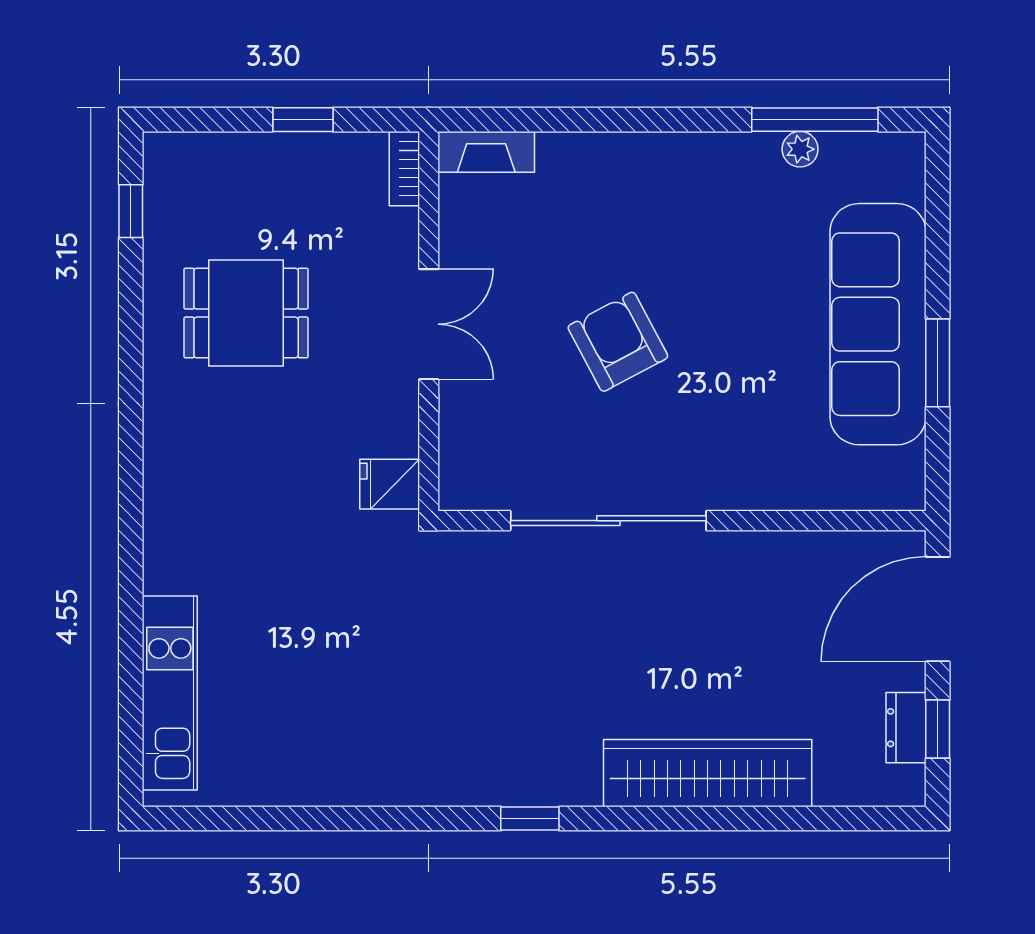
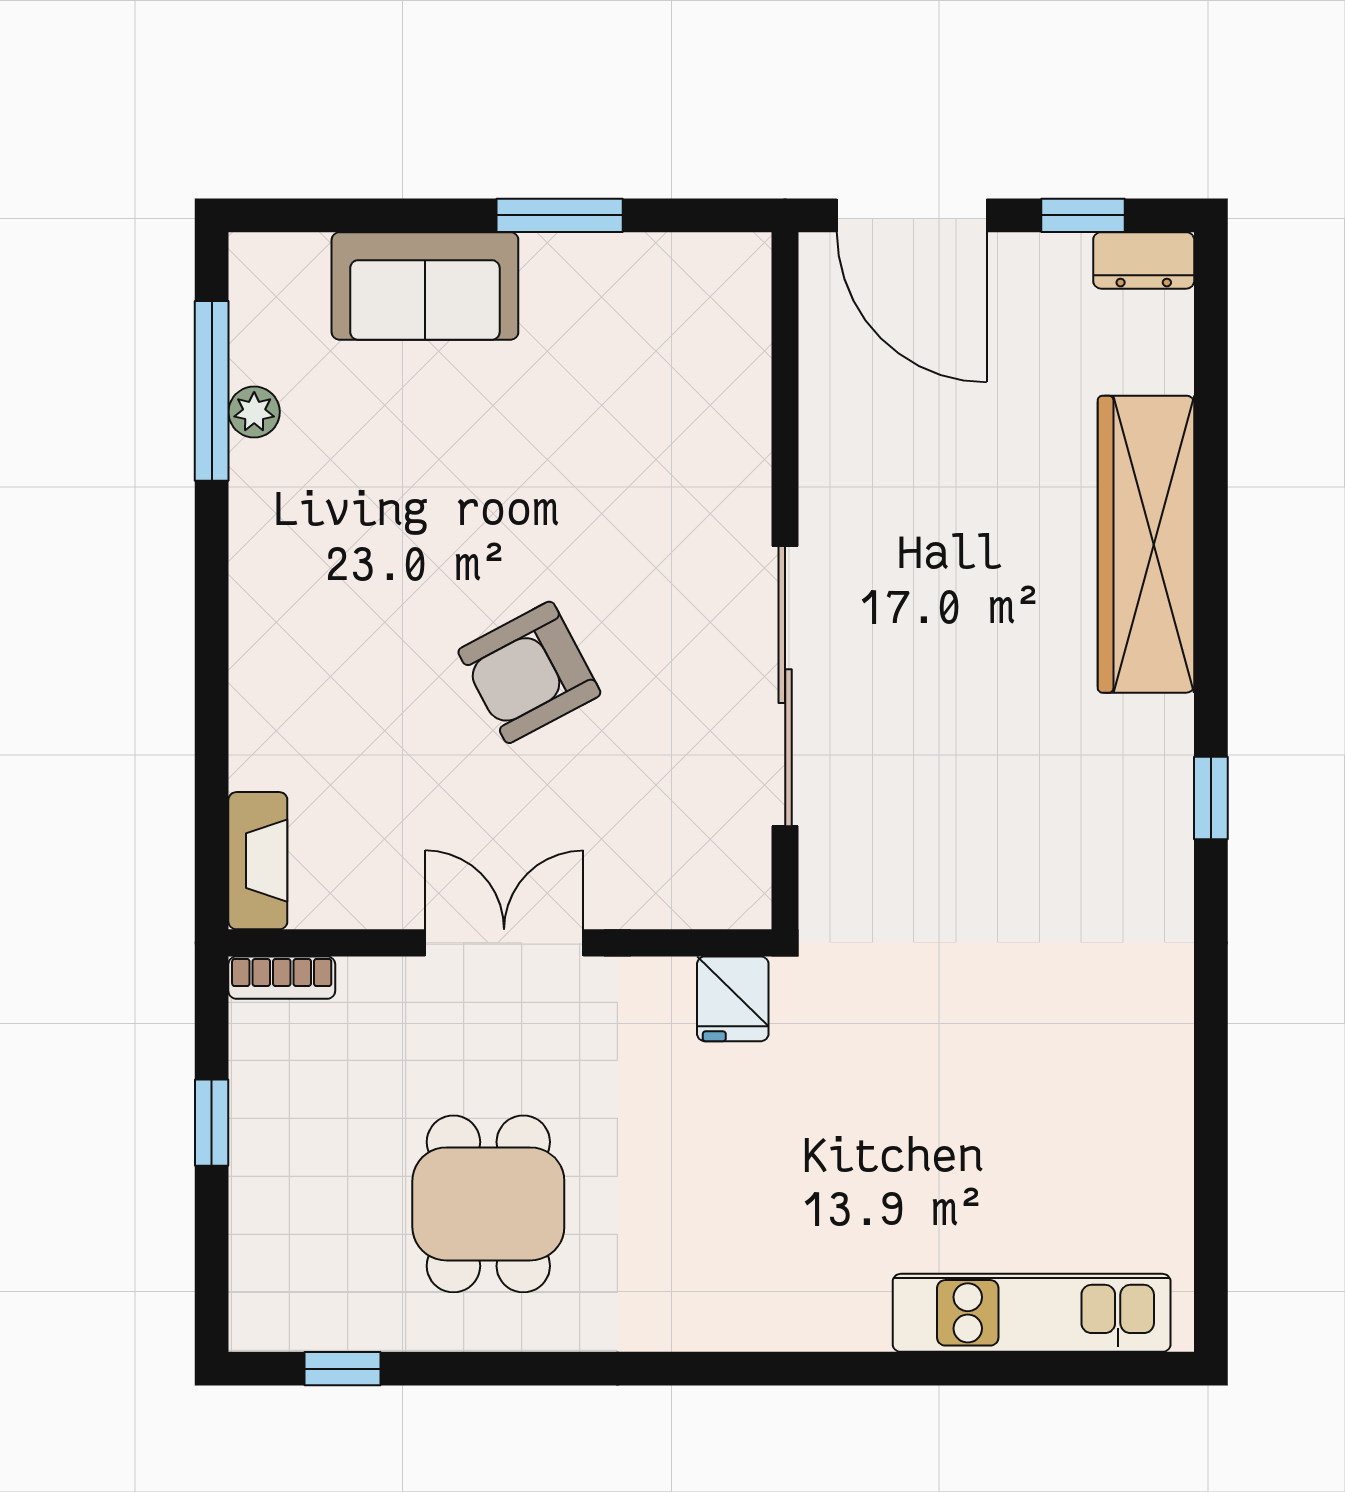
sofa: (878, 324) -> (425, 286), width x0.54, depth x0.79
dresser: (906, 728) -> (1144, 260), moved

